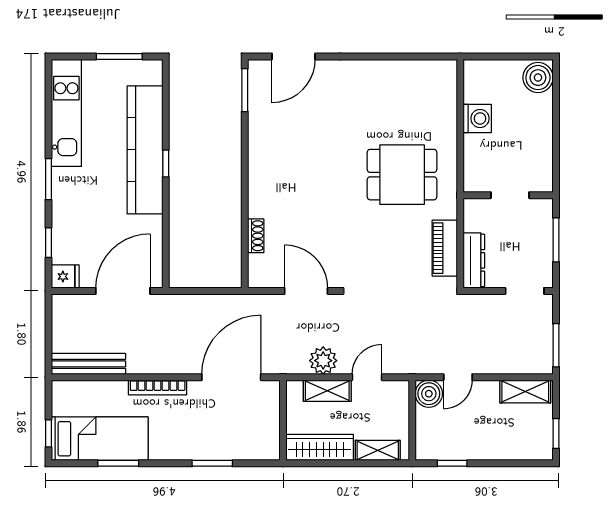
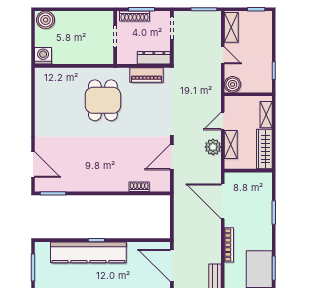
washing machine: (477, 118) -> (43, 56), moved
shoe rack: (544, 228) -> (134, 16), added
door: (367, 377) -> (223, 121), hinge flipped
door: (458, 377) -> (223, 55), moved

